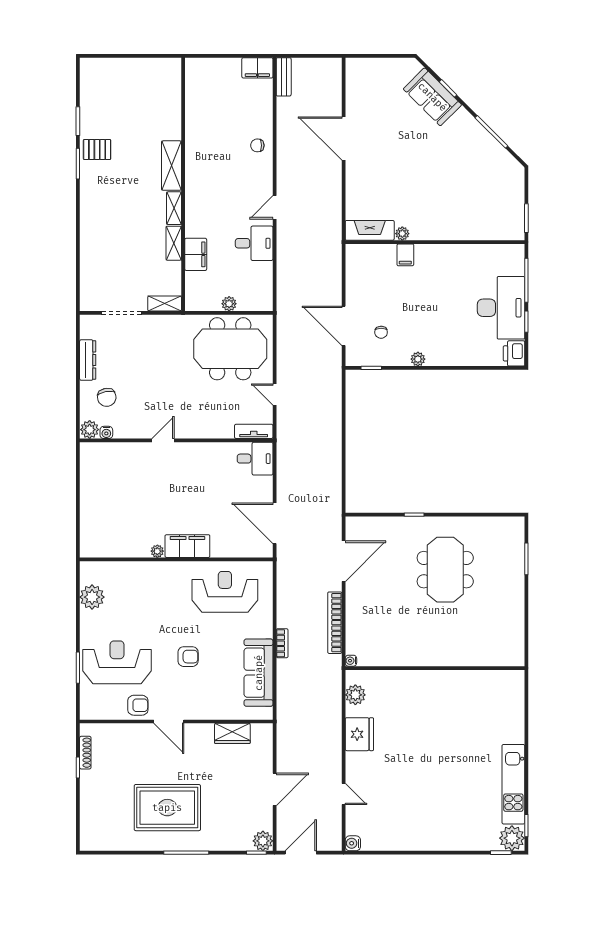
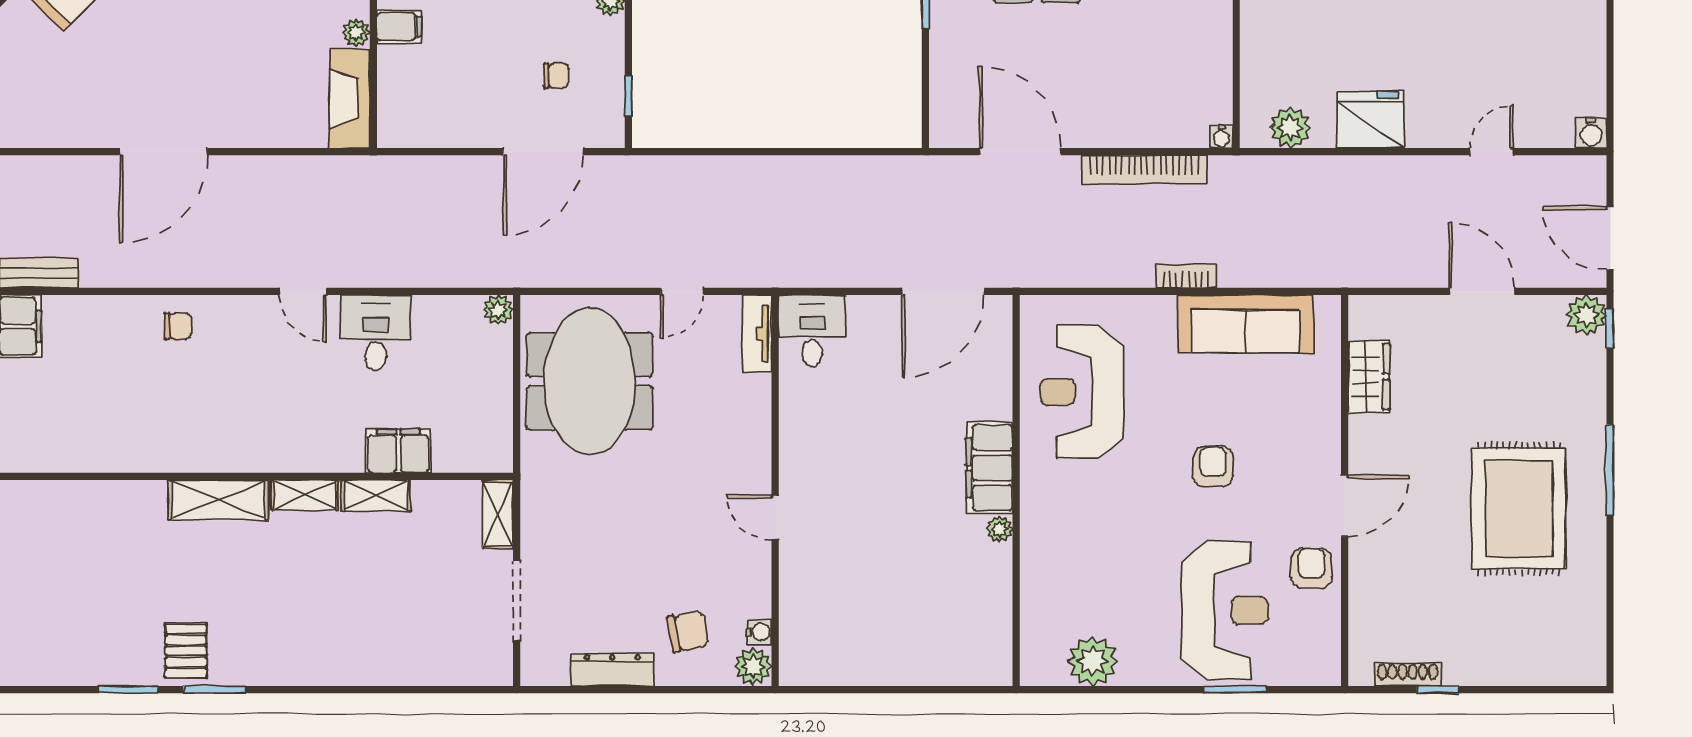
chair: (257, 145) -> (178, 326), turned -90
plant: (229, 304) -> (498, 310), moved
reception desk: (117, 662) -> (1225, 610), turned 180

